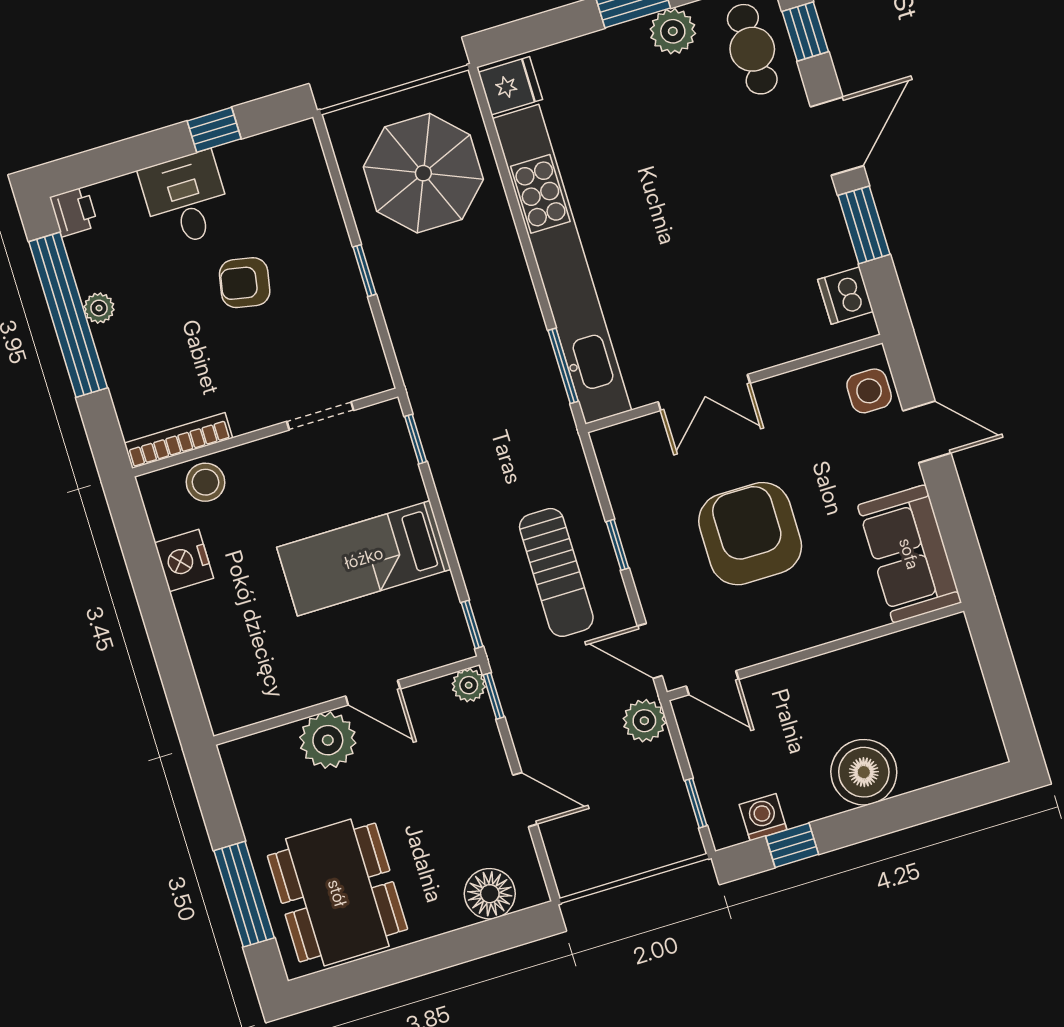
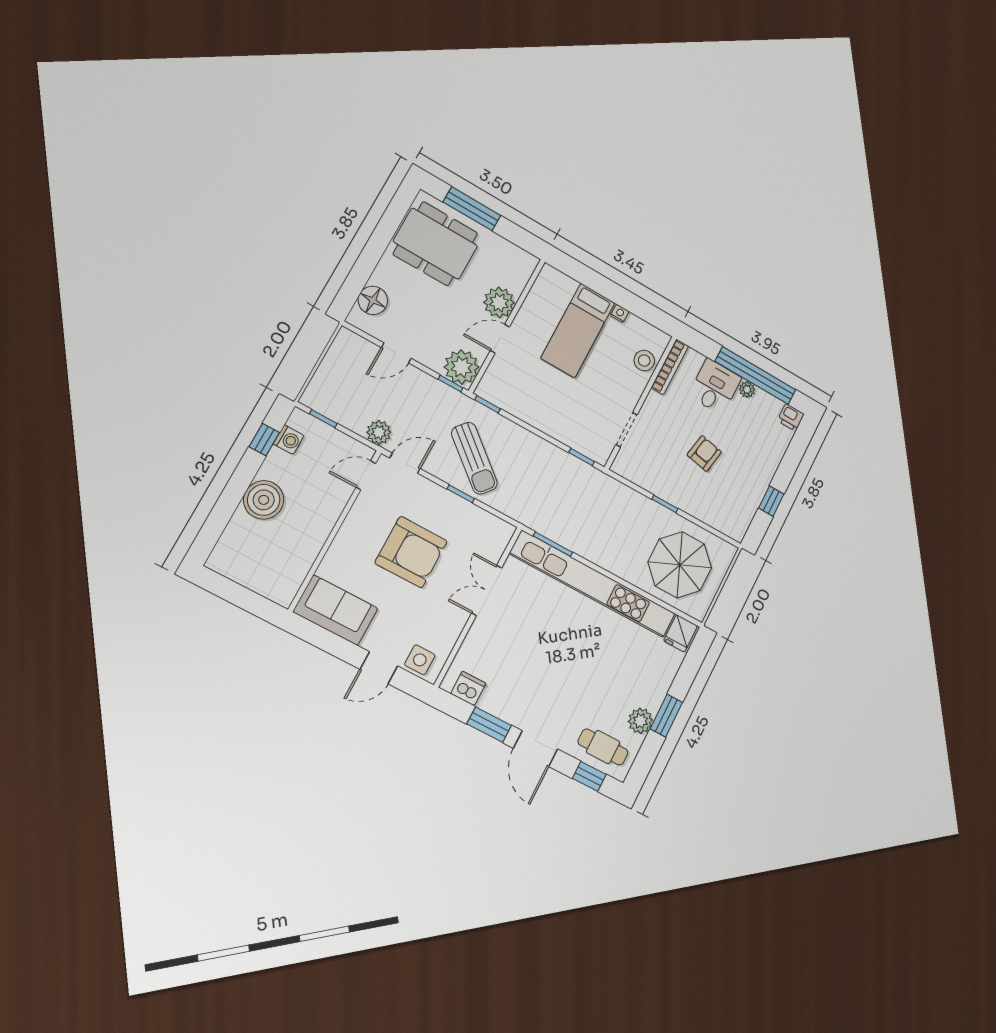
desk: (186, 199) -> (715, 387), moved, turned -90
bed: (364, 558) -> (578, 330), moved, turned 180
nightstand: (184, 561) -> (620, 313), width x0.53, depth x0.56
sun lounger: (556, 572) -> (474, 458), turned -140
plant: (469, 685) -> (462, 367), width x1.88, depth x1.88

